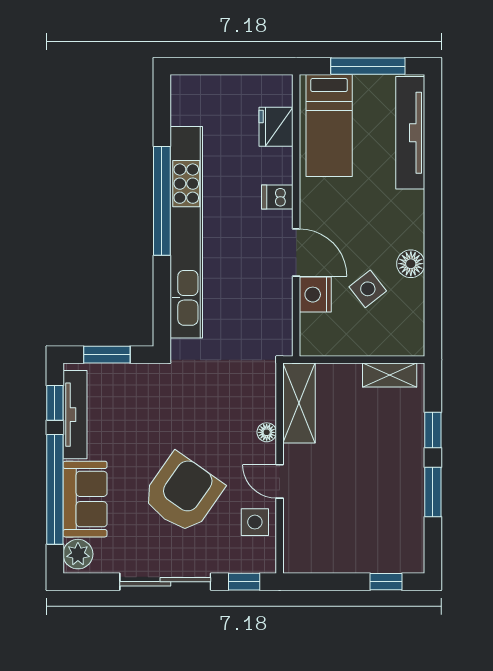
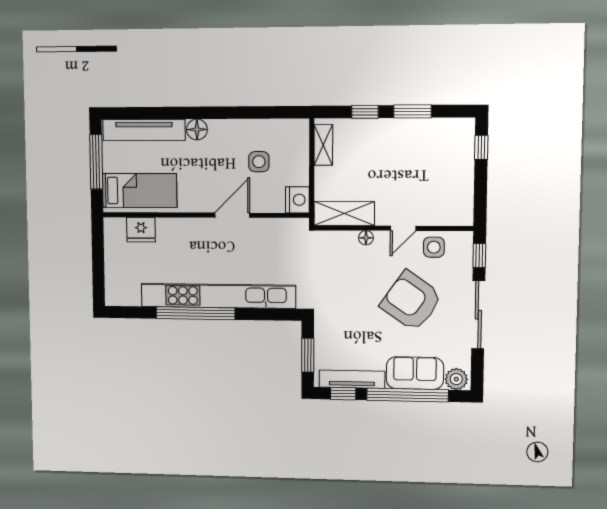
dishwasher: (277, 197) -> (192, 229), removed
floor lamp: (411, 264) -> (197, 129), moved
side table: (368, 289) -> (259, 162), turned 38
nightstand: (315, 295) -> (297, 200), moved, turned -90

